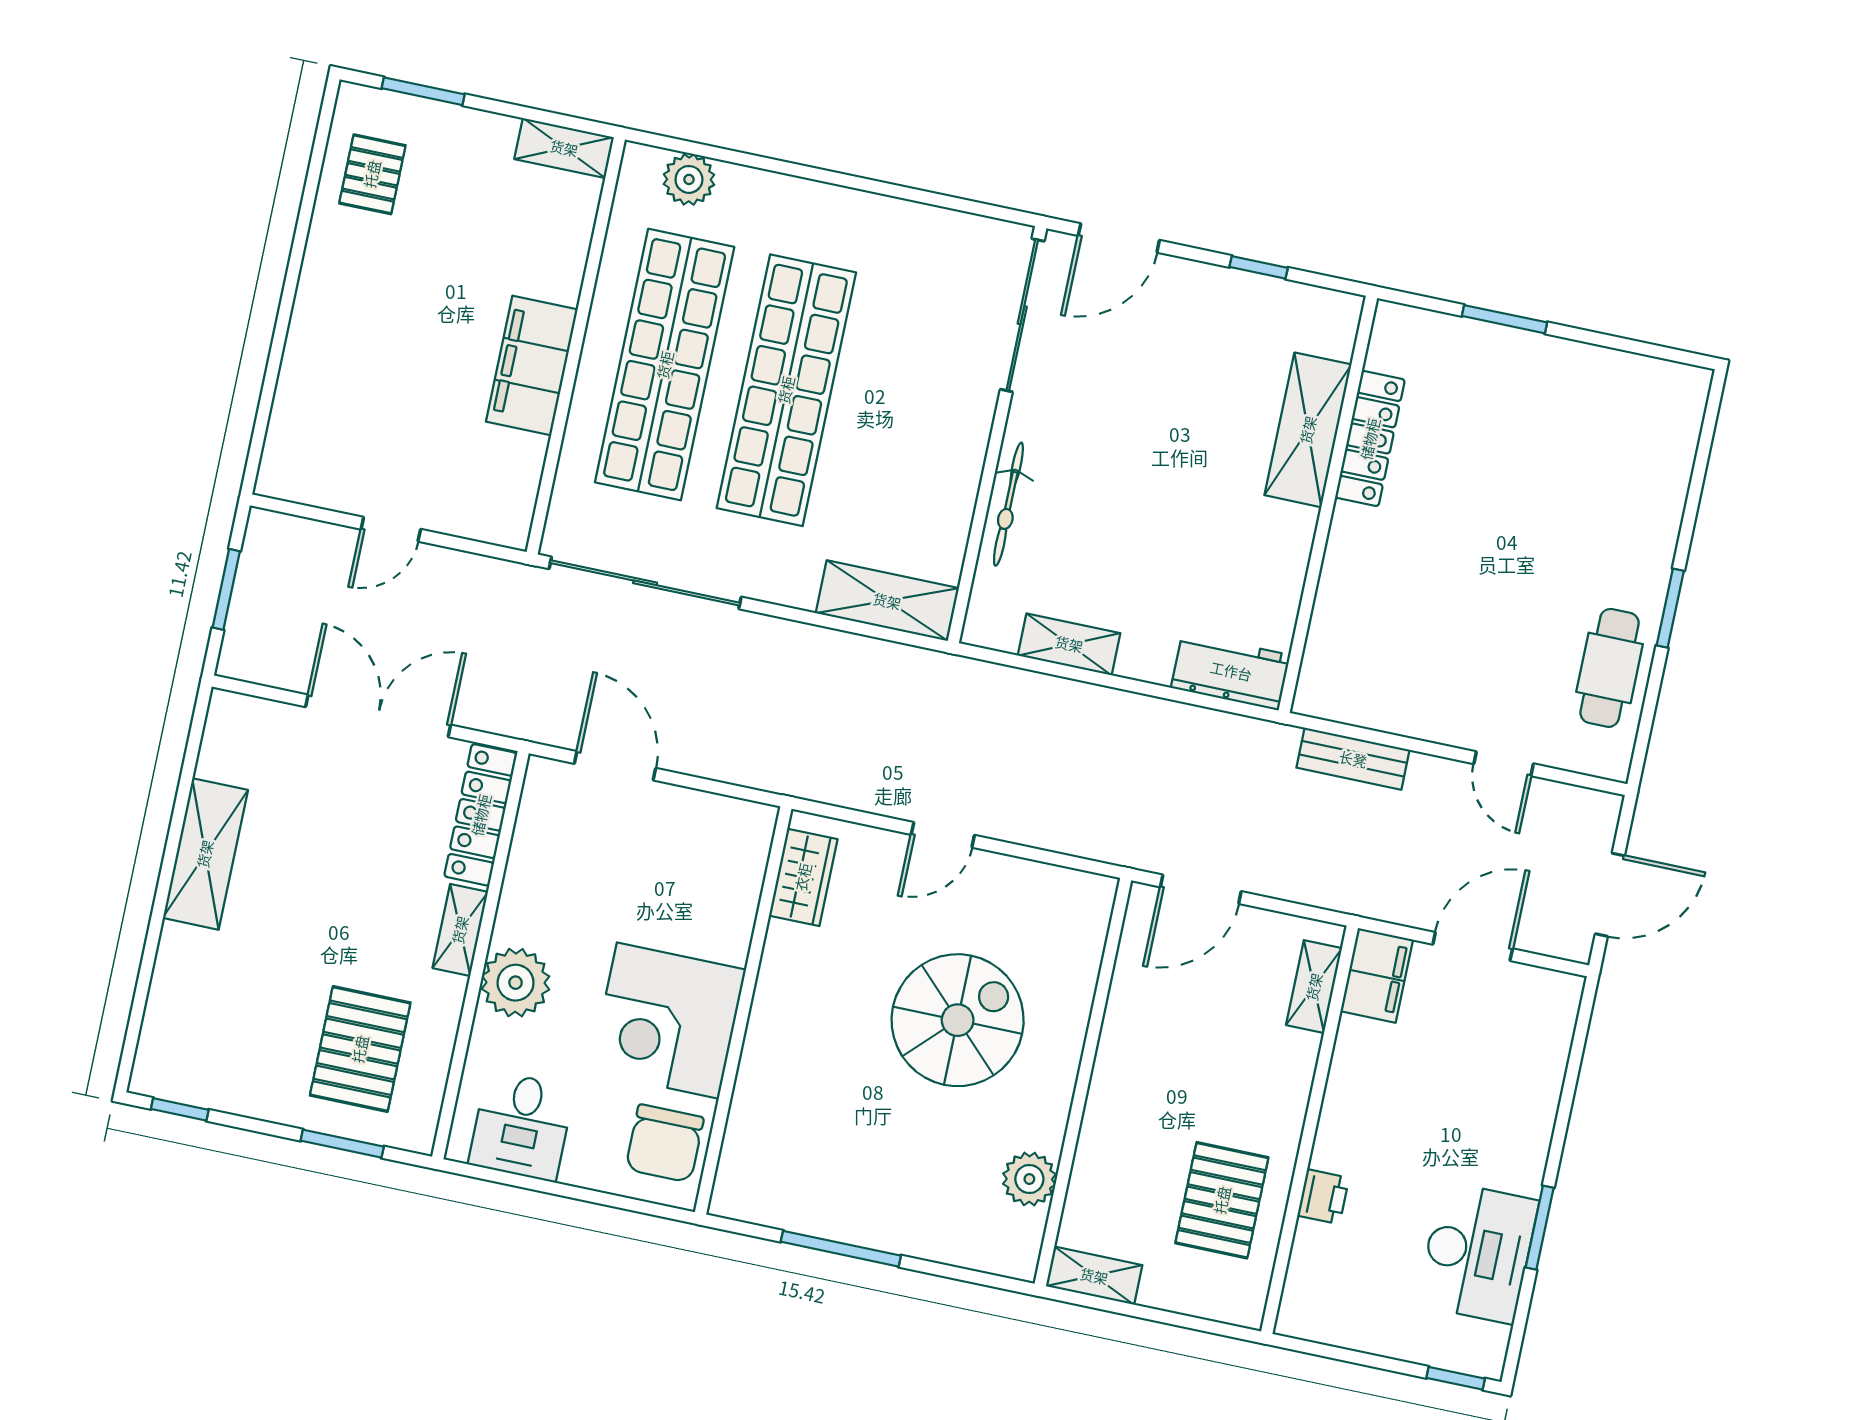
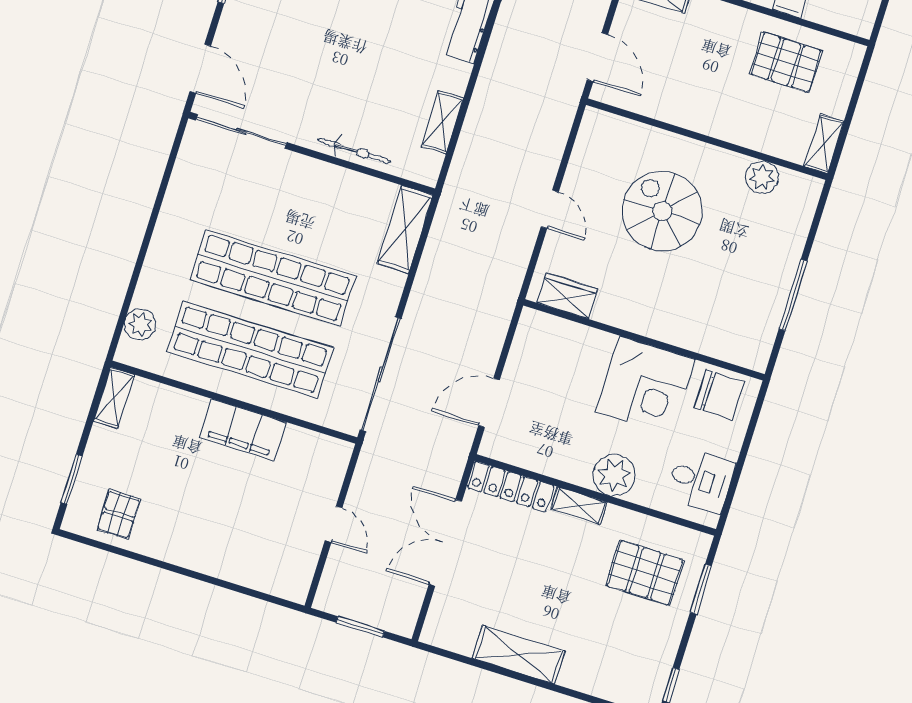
pallet: (372, 174) -> (119, 515), turned 90

